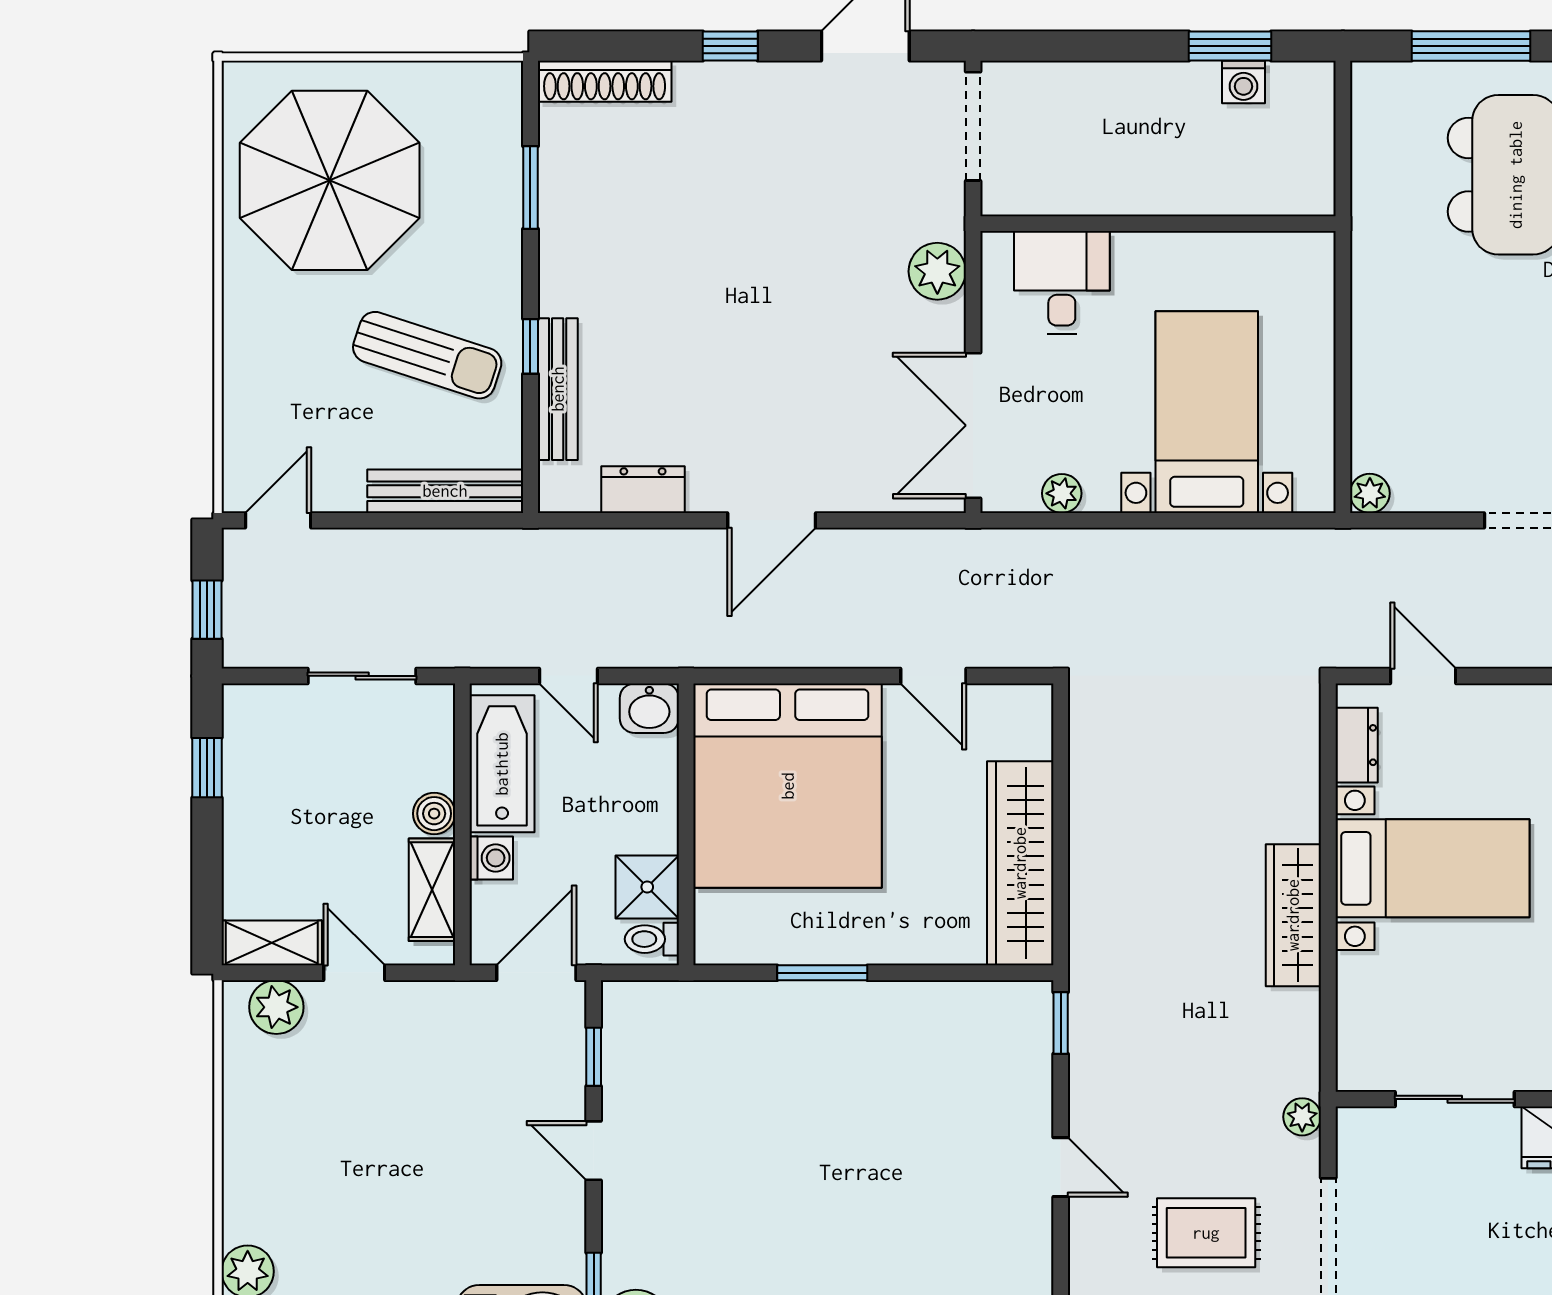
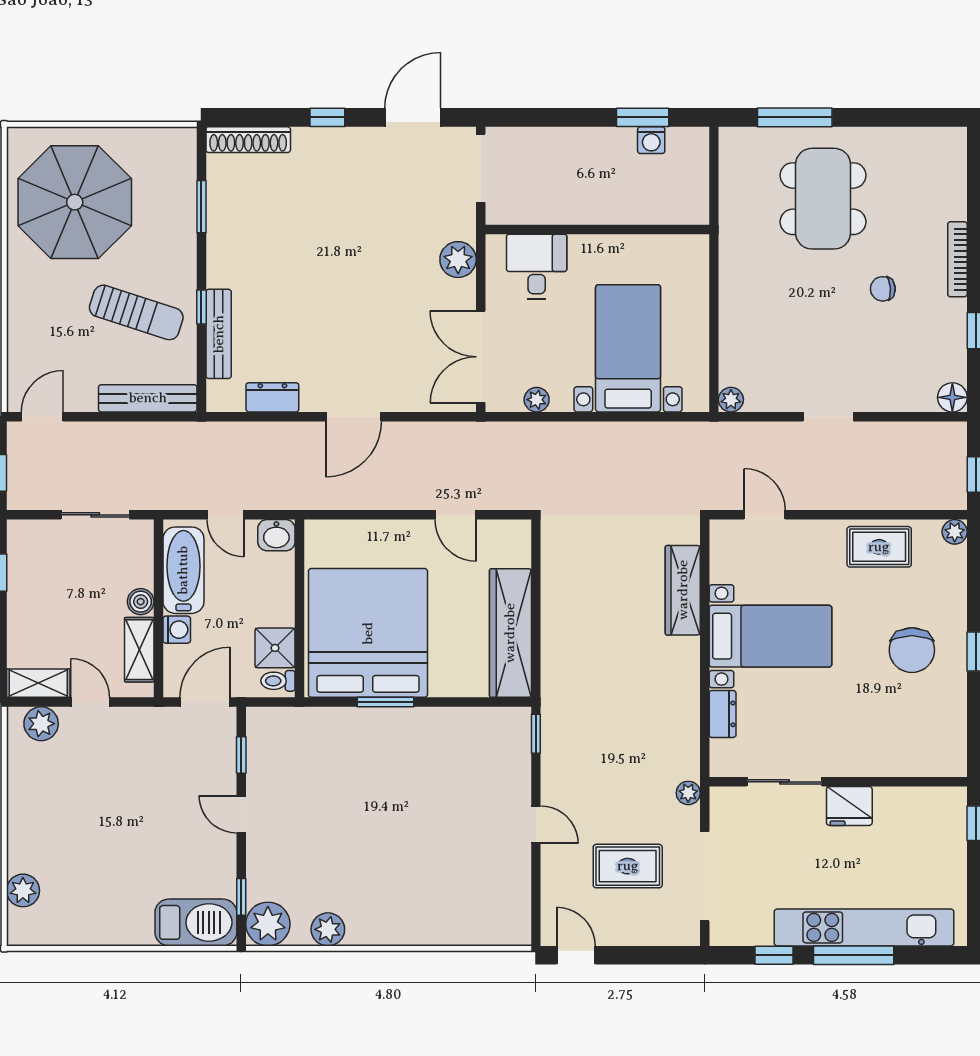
dresser: (1357, 745) -> (723, 714), moved
bed: (788, 786) -> (368, 633), moved, turned 180
wardrobe: (1293, 915) -> (683, 590), moved

